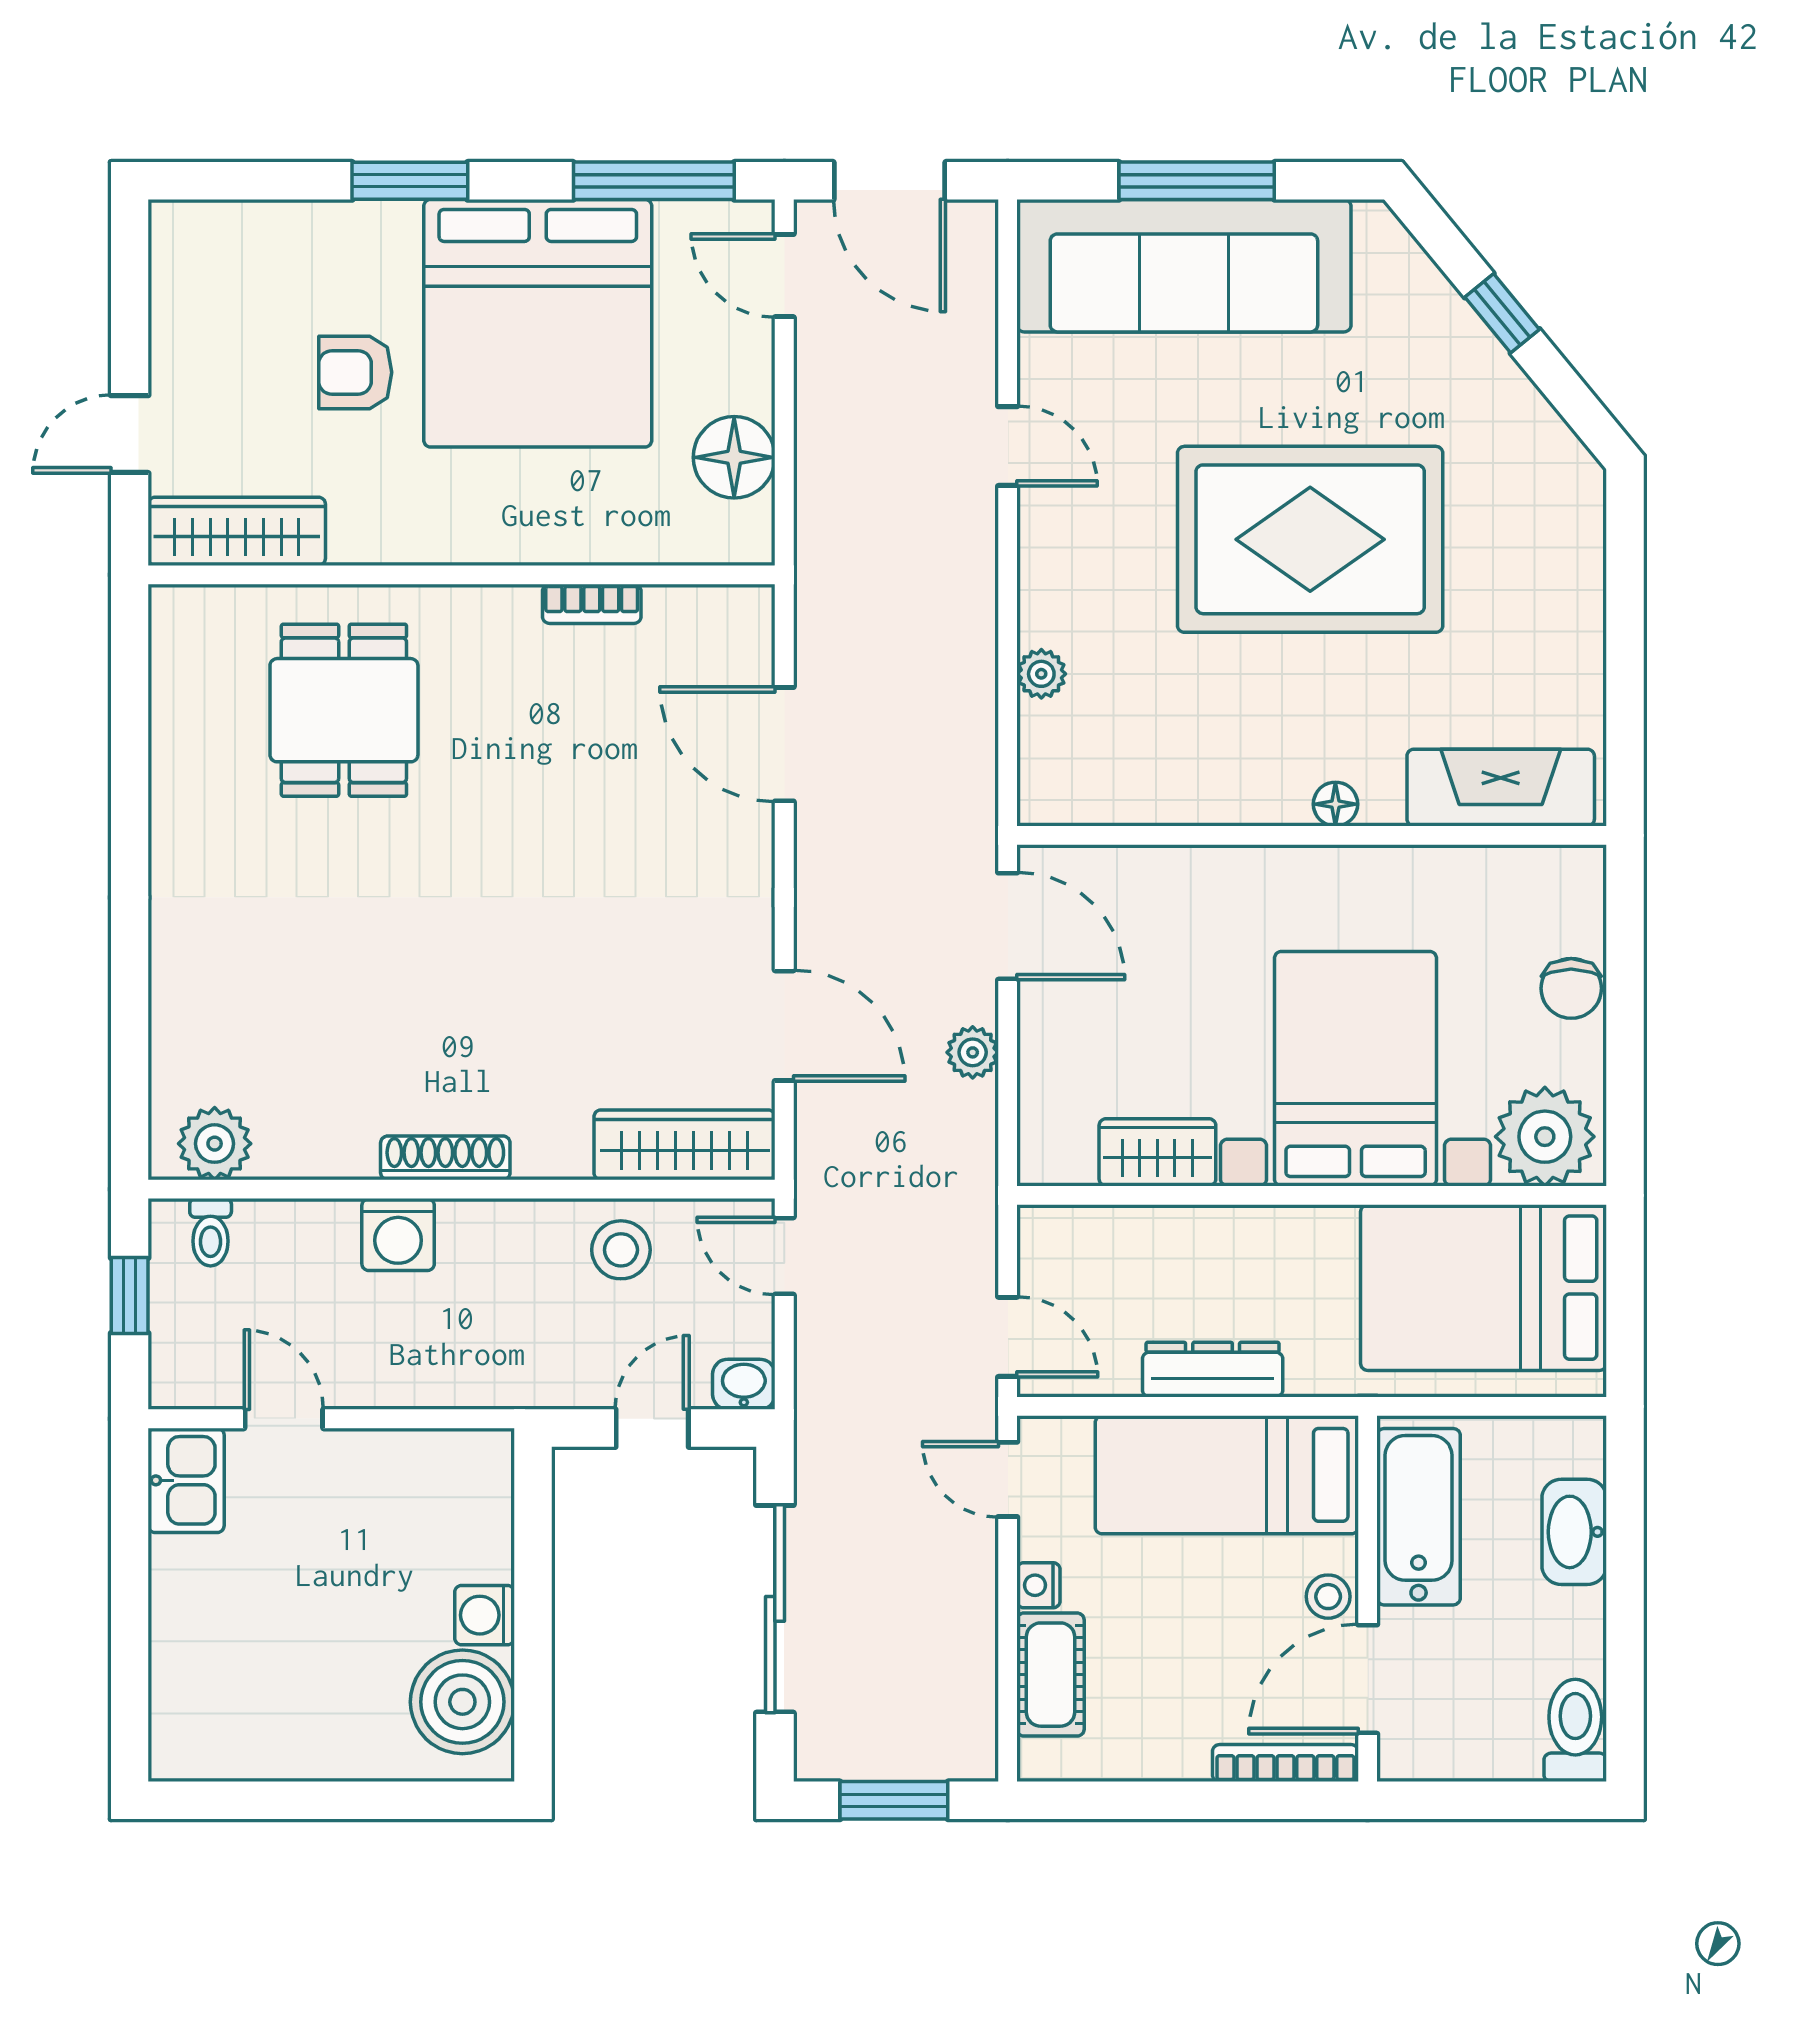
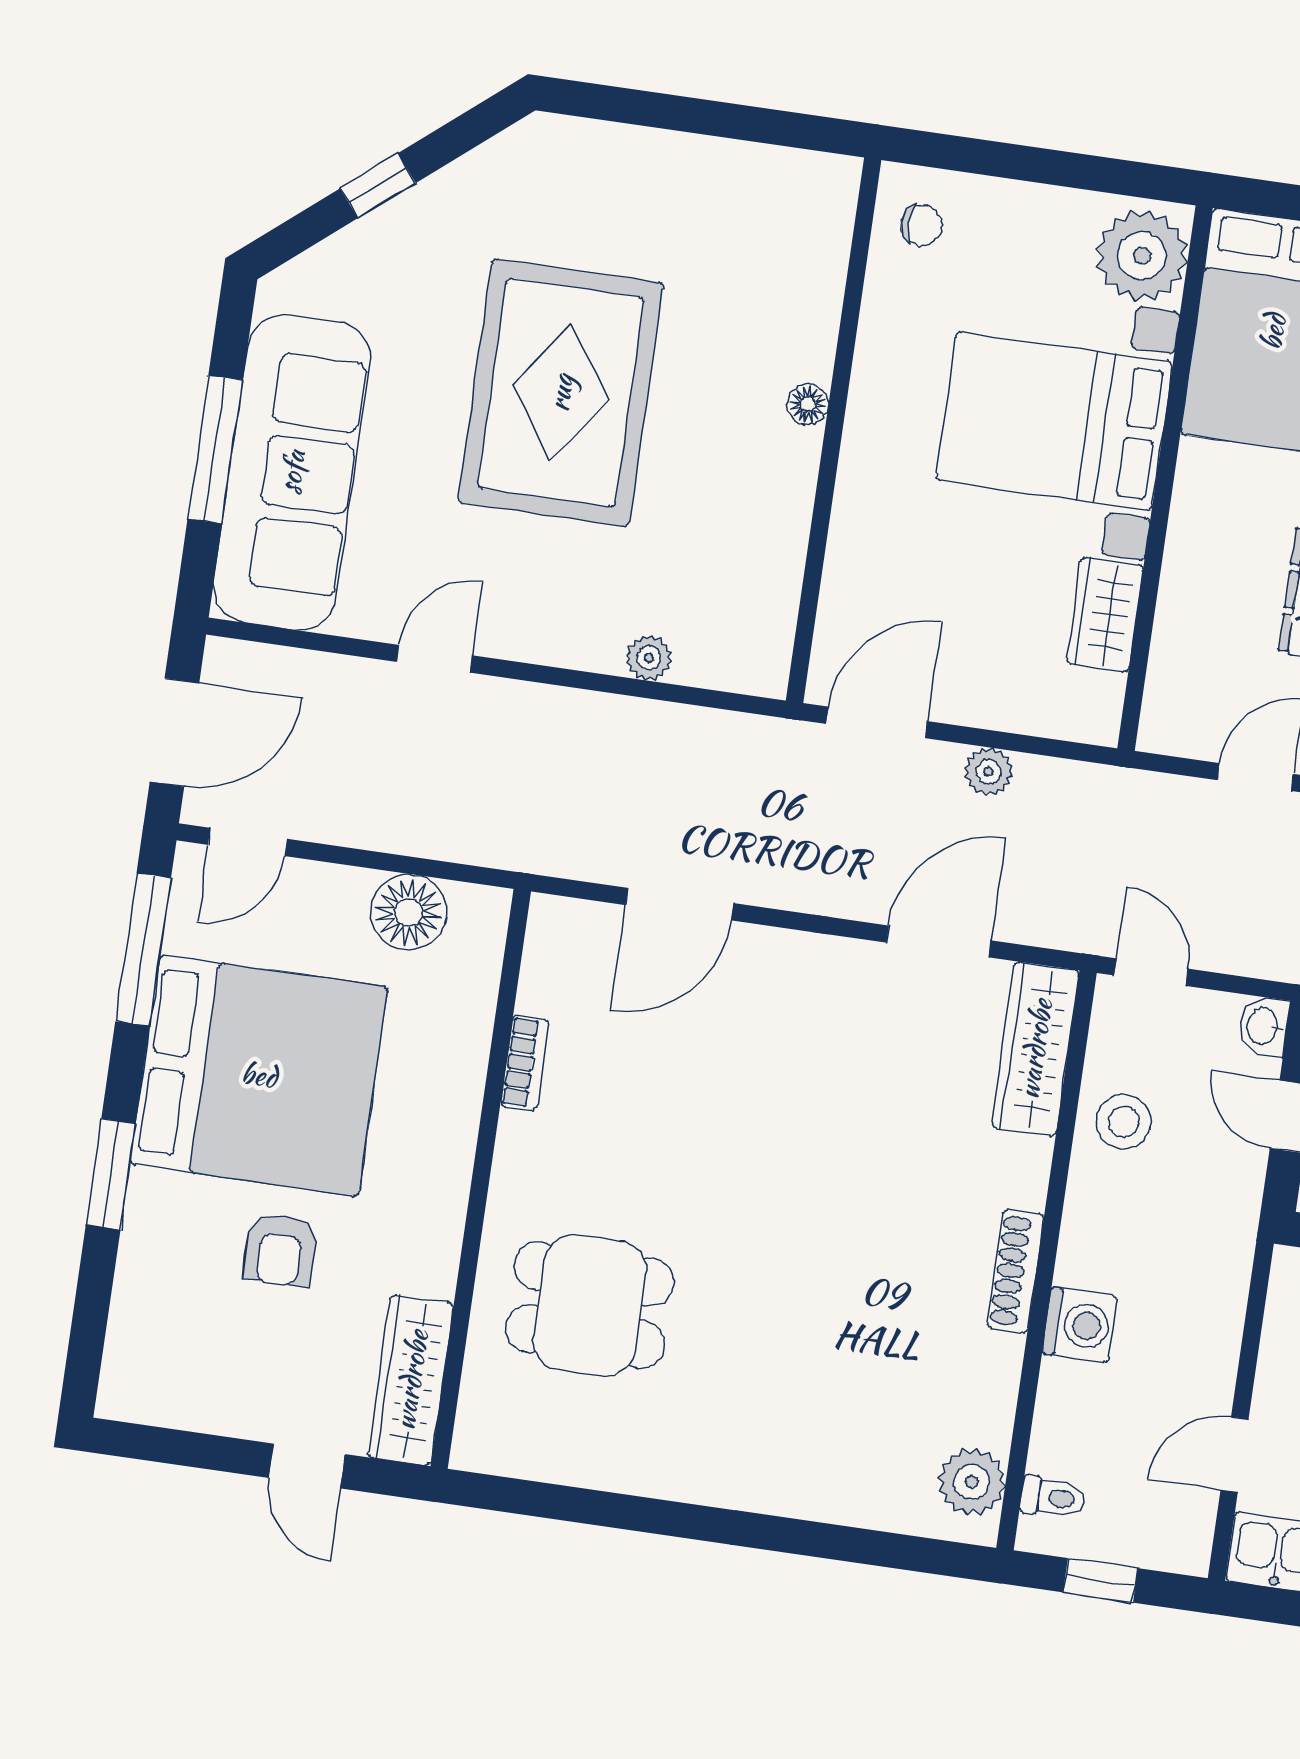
fireplace: (1501, 788) -> (815, 250), removed
chair: (1571, 988) -> (921, 225), moved, width x0.73, depth x0.73
door: (784, 1256) -> (1151, 972), swing flipped

